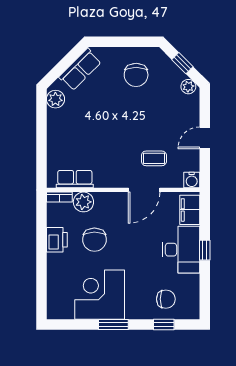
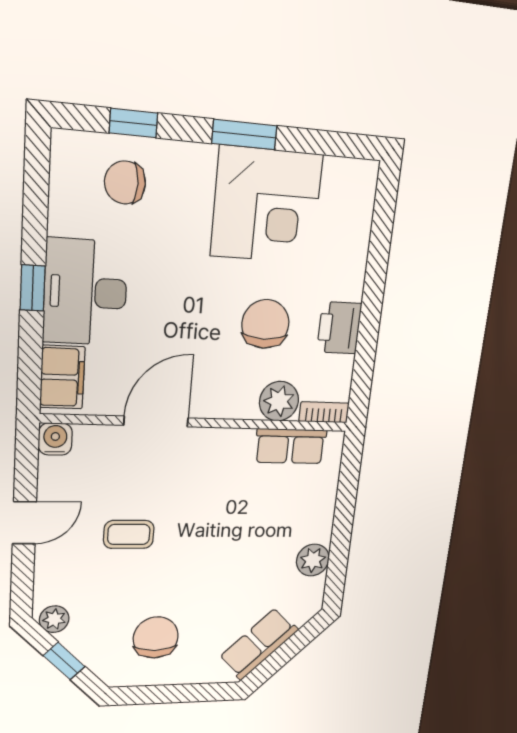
plant: (55, 99) -> (313, 560), moved
coffee table: (154, 158) -> (129, 534), moved

